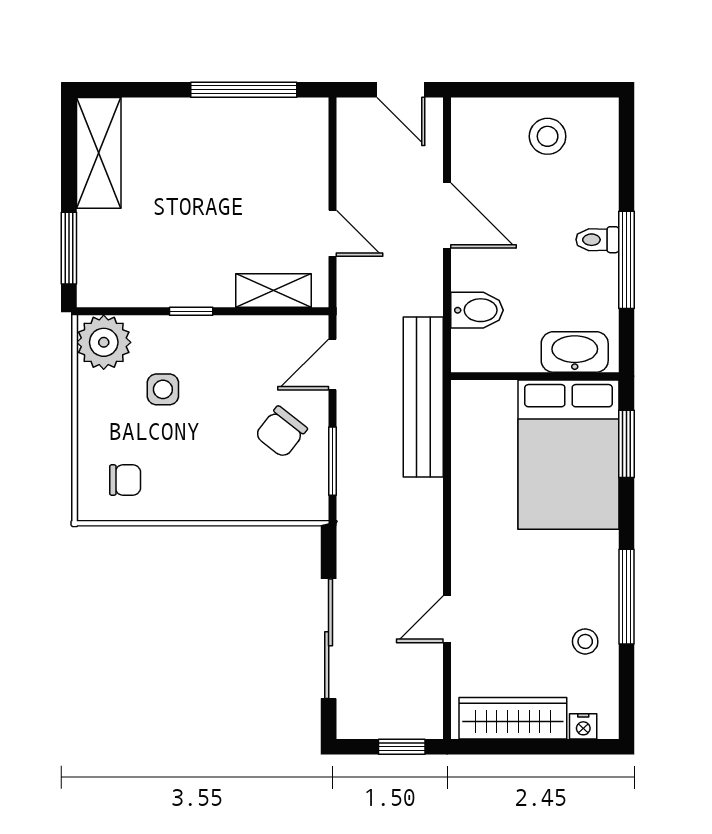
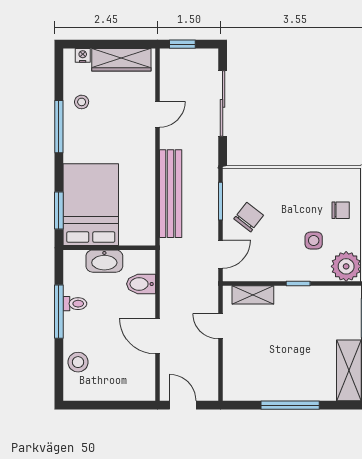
window: (244, 90) -> (290, 405), moved
stool: (548, 136) -> (78, 362), moved
toilet: (597, 240) -> (75, 304), moved
washbasin: (575, 352) -> (104, 261), moved
bench: (423, 397) -> (171, 194), moved
chair: (125, 480) -> (341, 210), moved, turned 180

